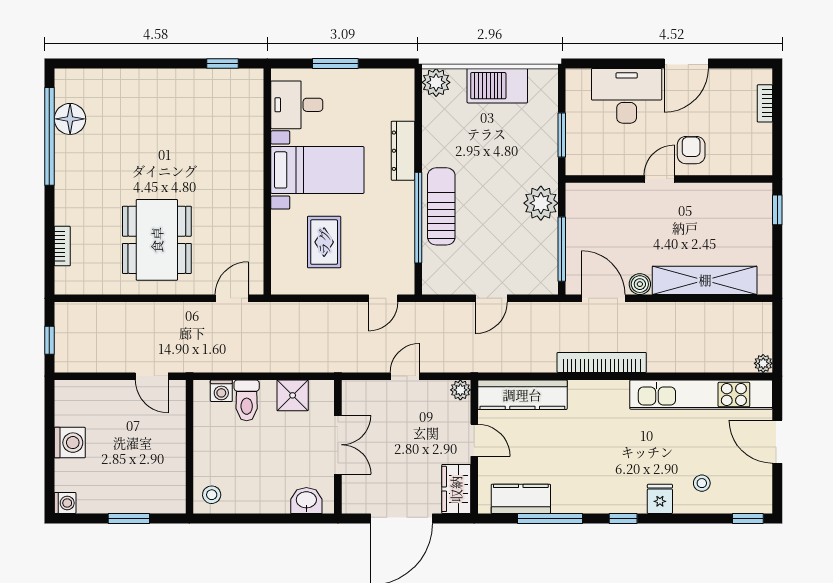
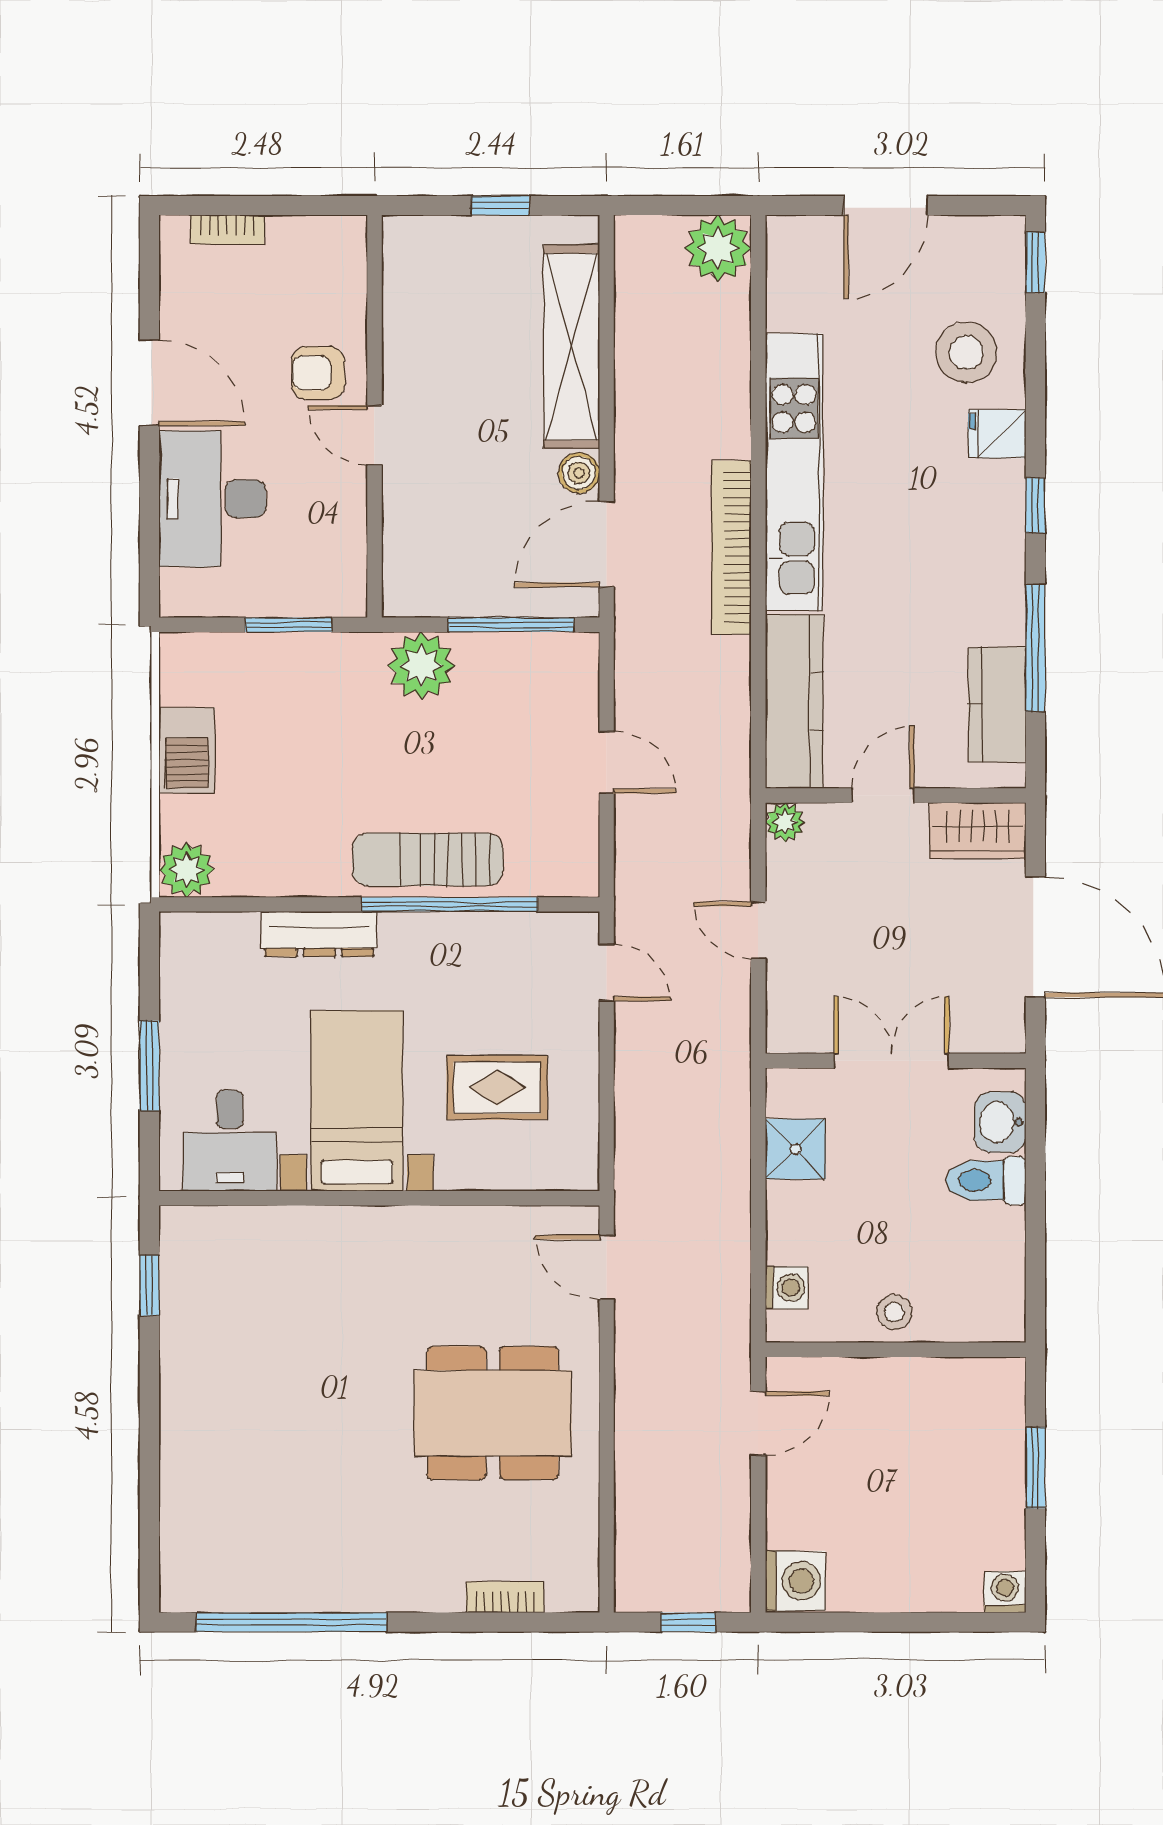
barbecue: (497, 86) -> (187, 750), width x0.73, depth x0.83
floor lamp: (70, 119) -> (258, 1582), removed
window: (777, 210) -> (500, 206), moved
plant: (763, 363) -> (718, 248), width x1.87, depth x1.87
kitchen unit: (701, 395) -> (794, 472), moved
toilet: (247, 400) -> (986, 1181), moved, turned 180
washing machine: (70, 443) -> (795, 1581), moved, turned 90
stool: (702, 483) -> (966, 352), width x1.89, depth x1.89
stool: (212, 495) -> (894, 1312), moved

